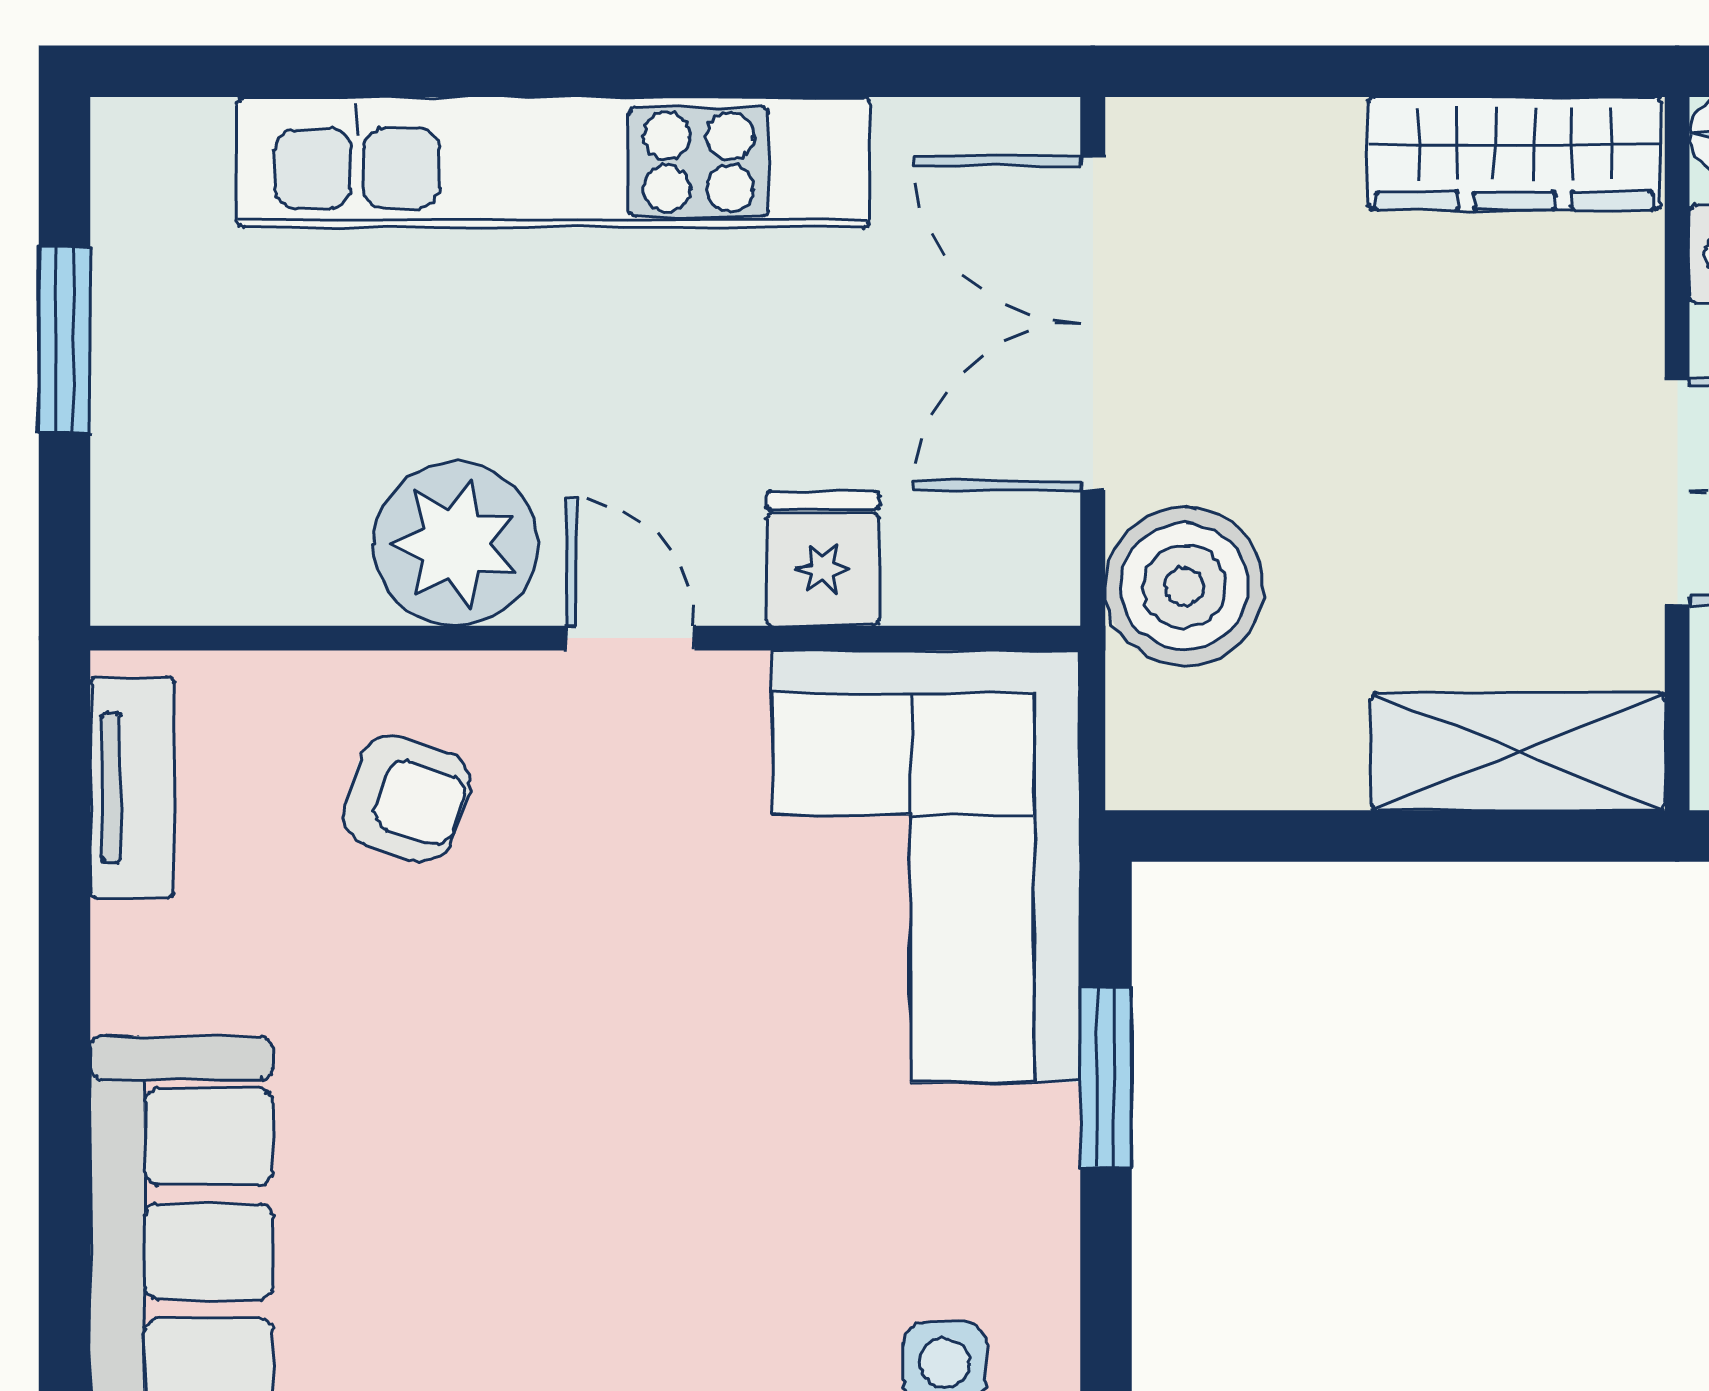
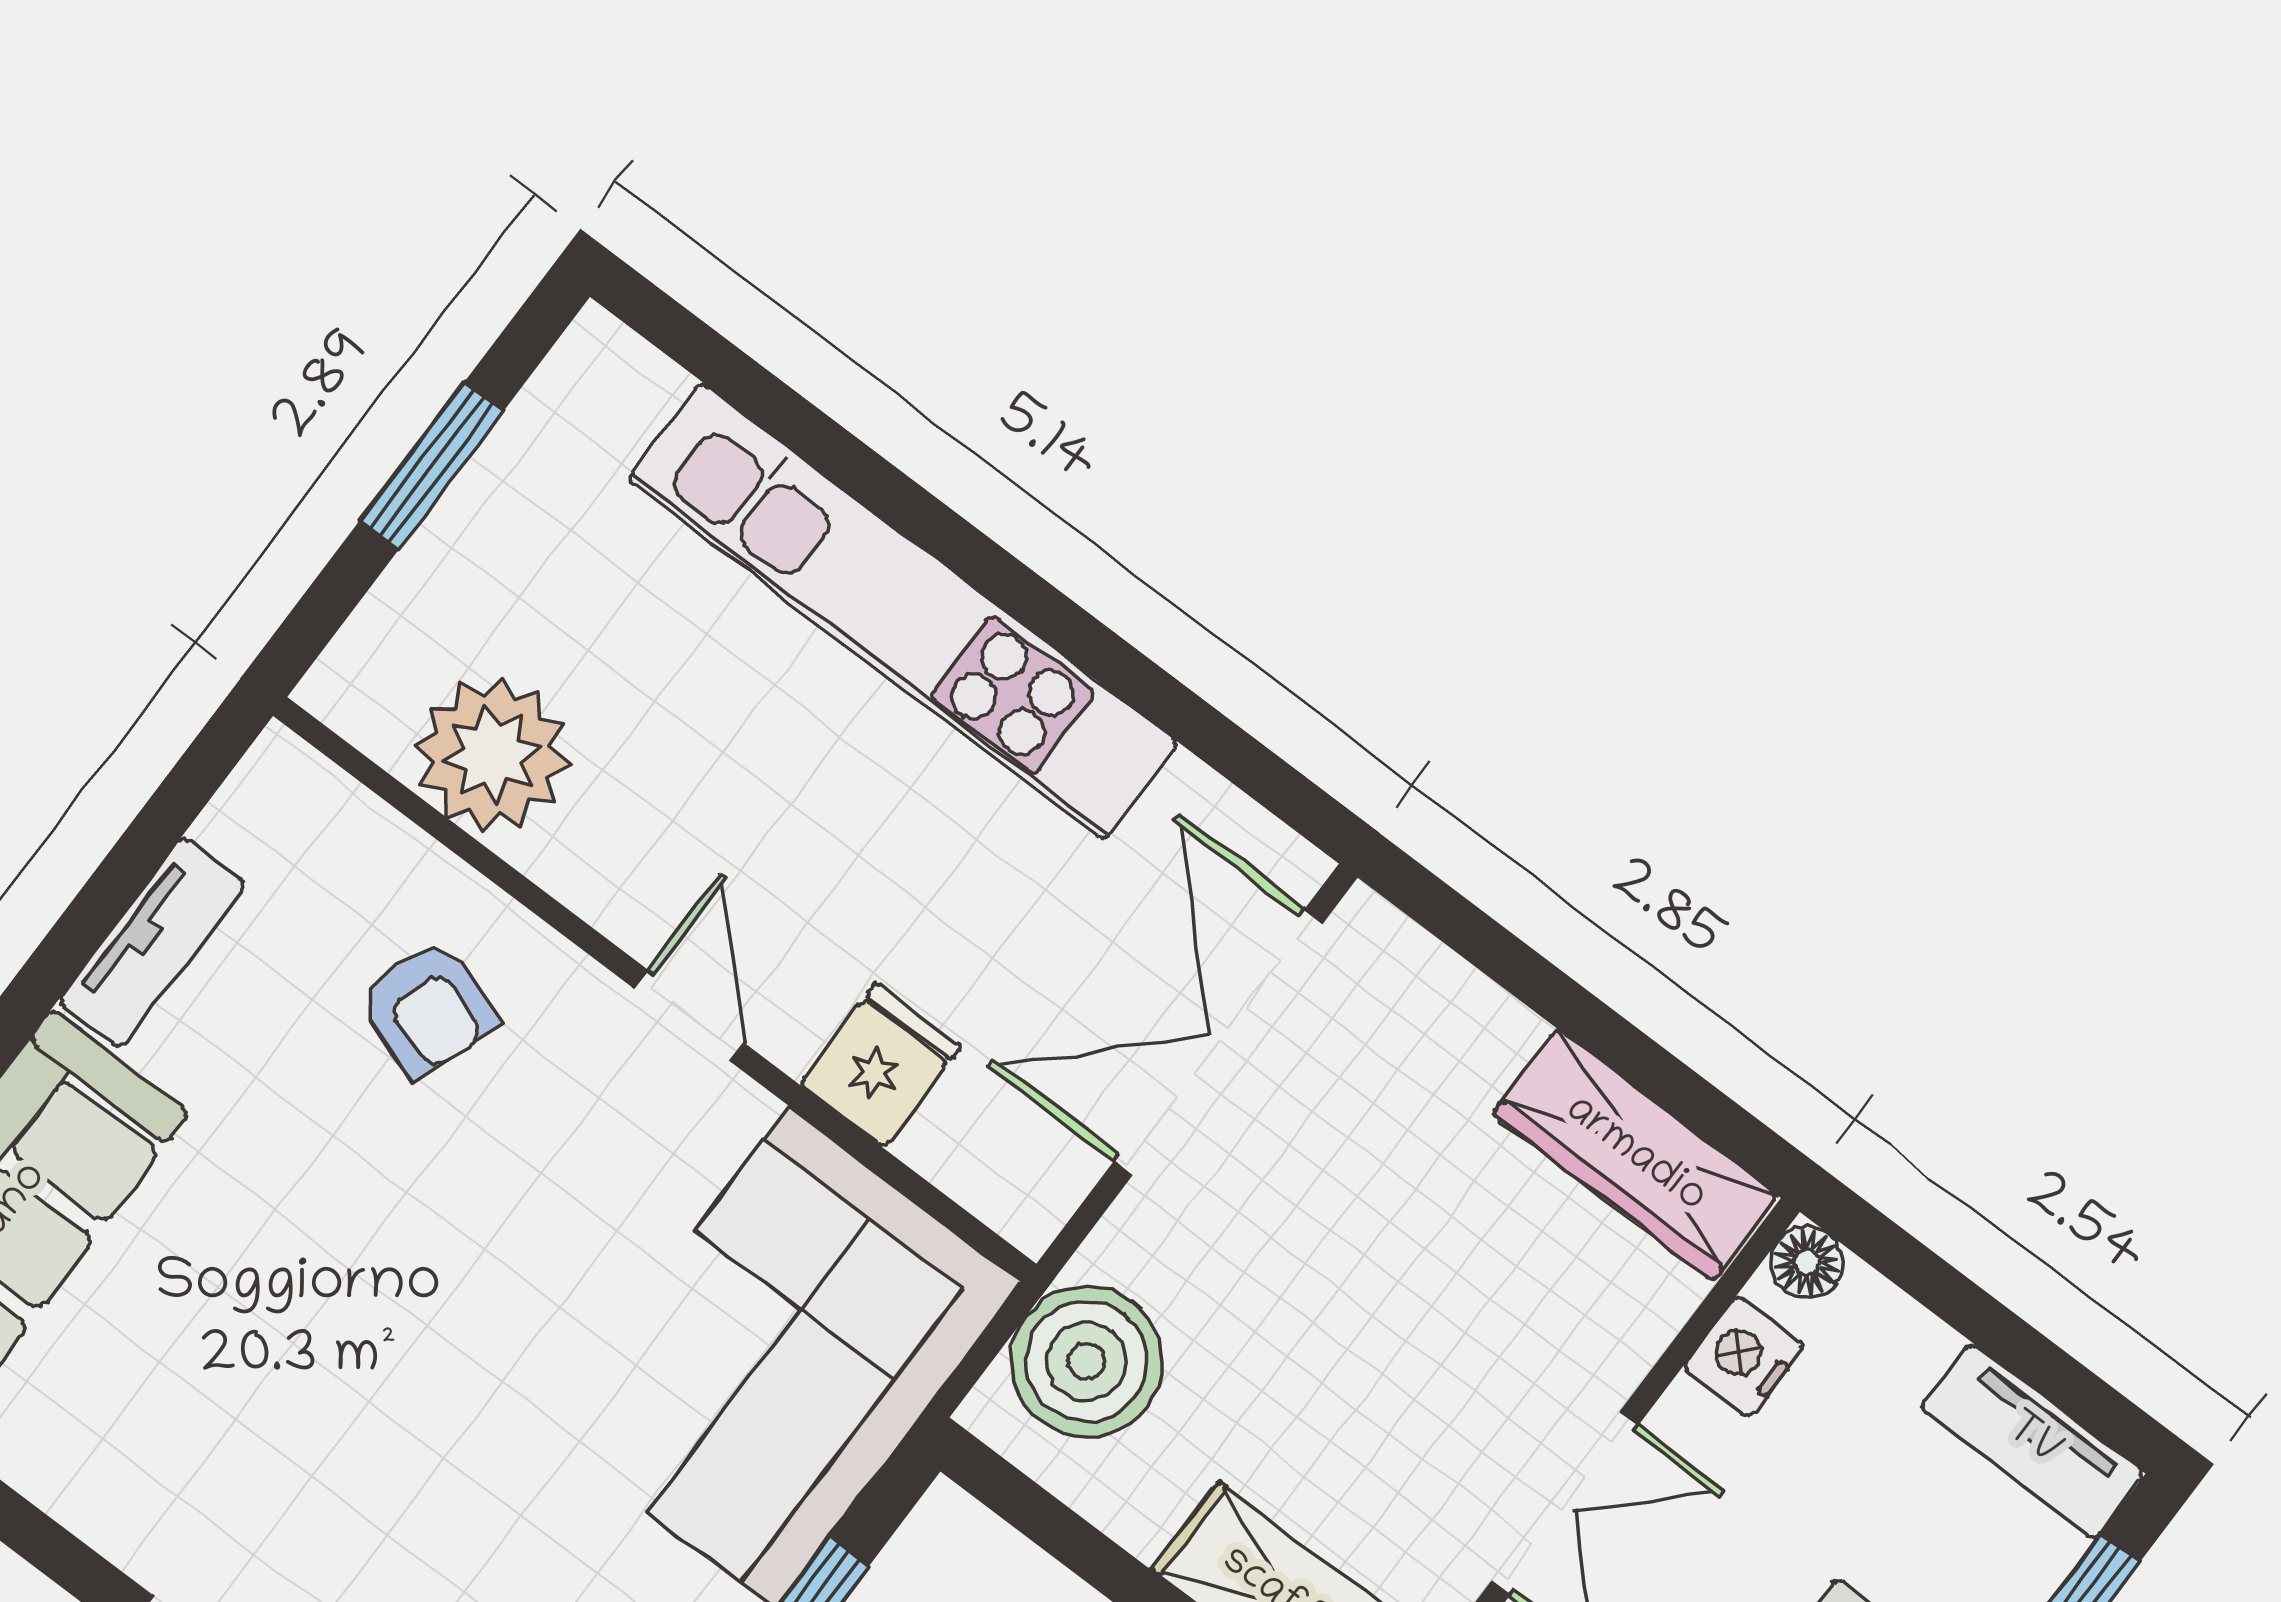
plant: (455, 544) -> (492, 755), moved
boiler: (1185, 586) -> (1087, 1361), moved
tv unit: (132, 788) -> (152, 942), moved

